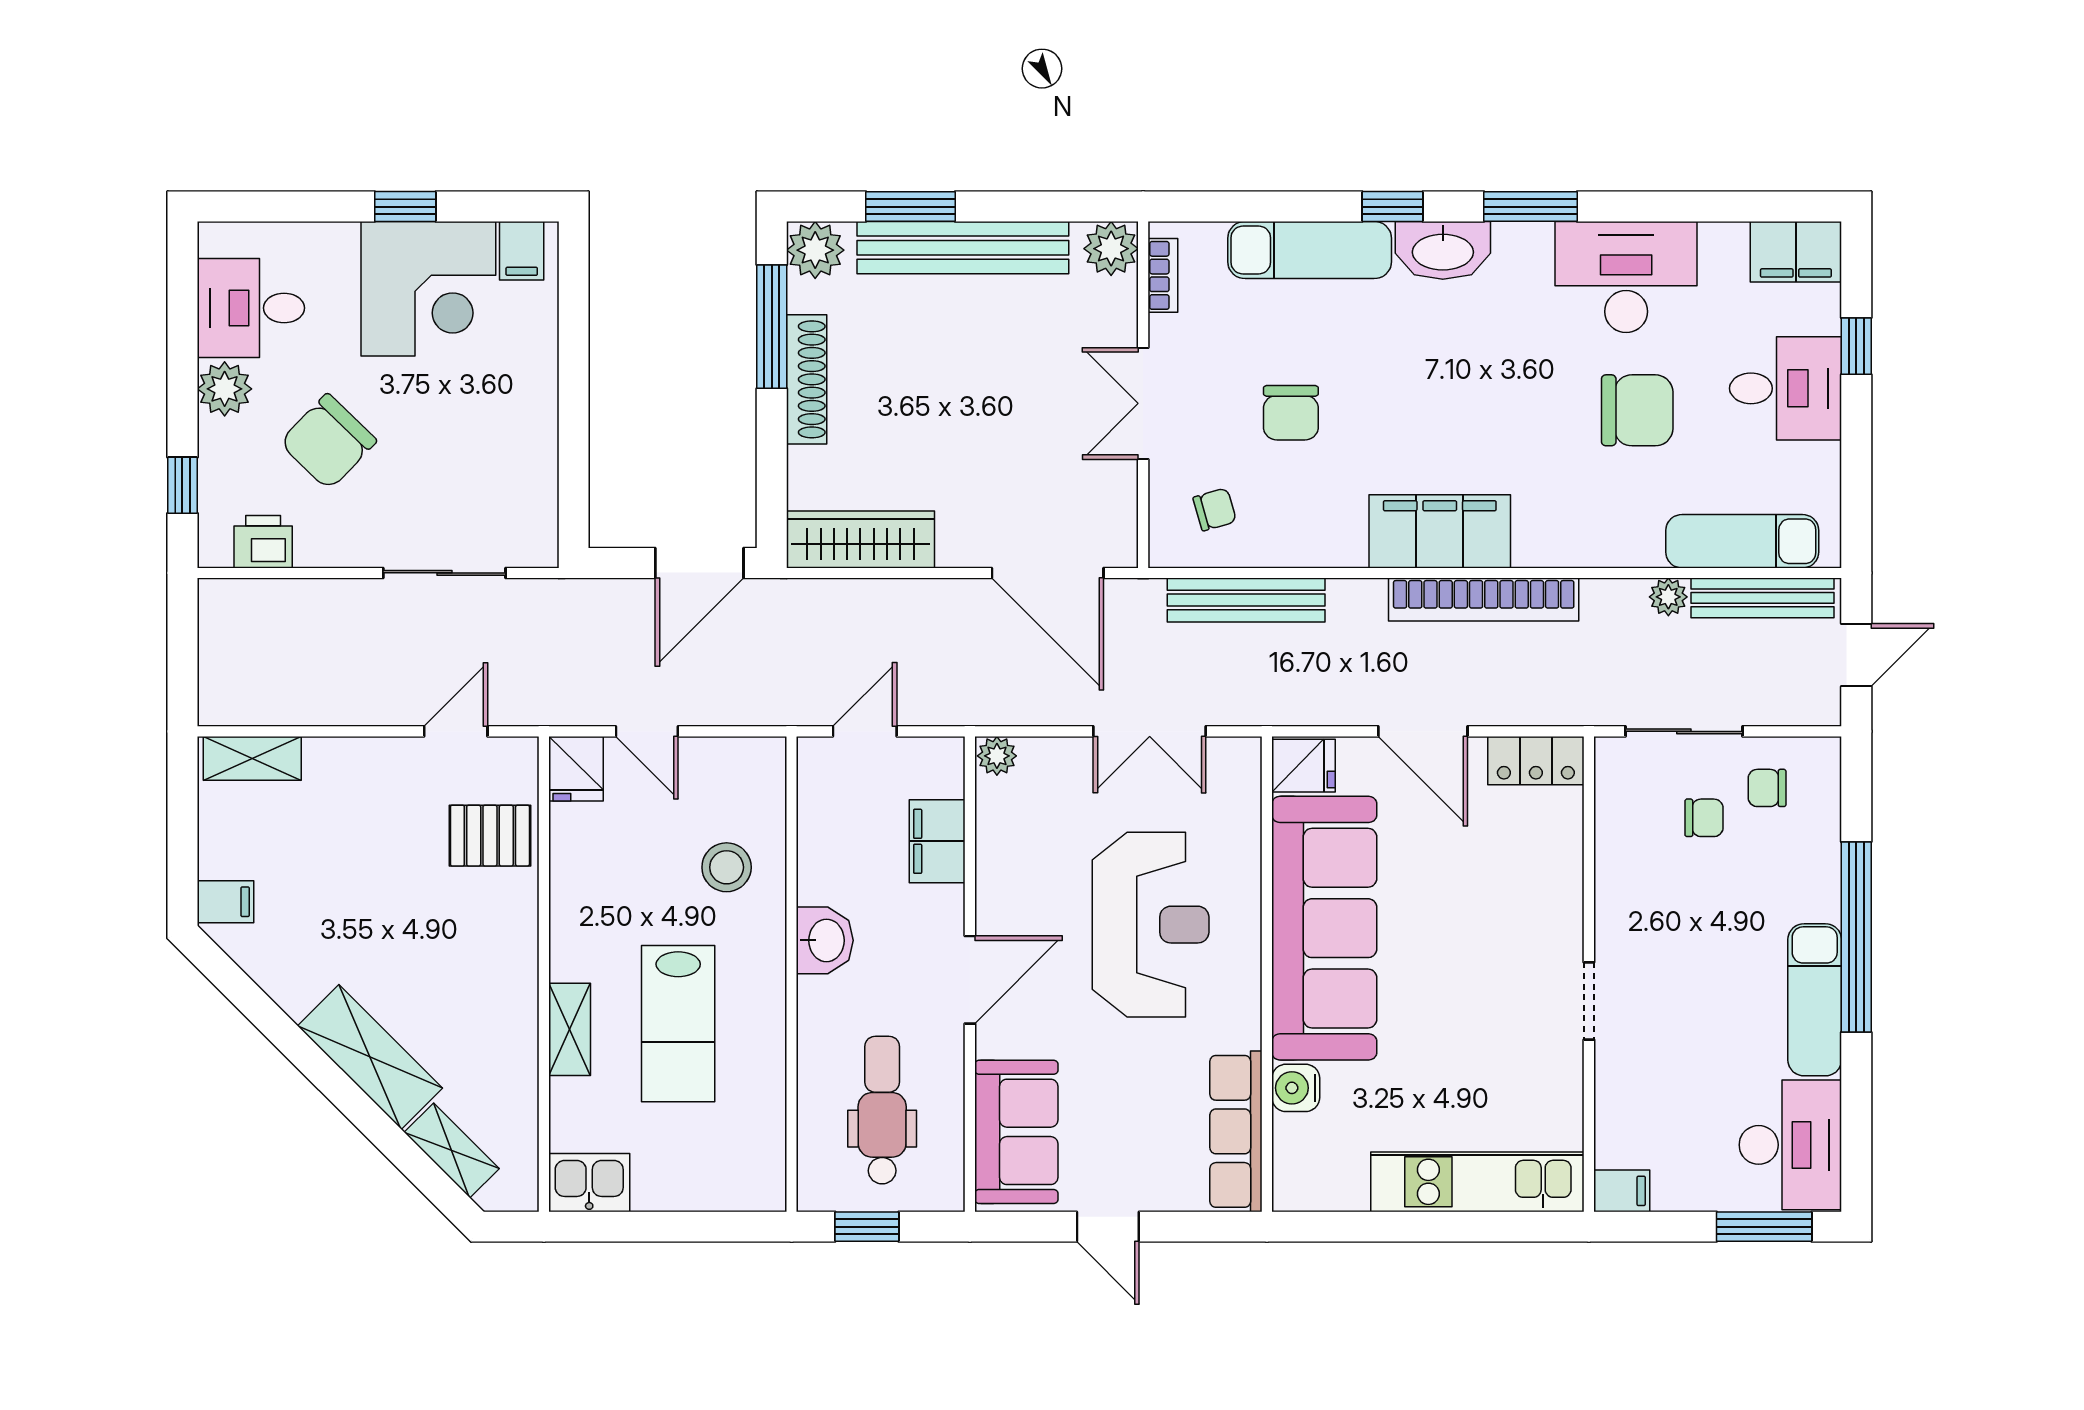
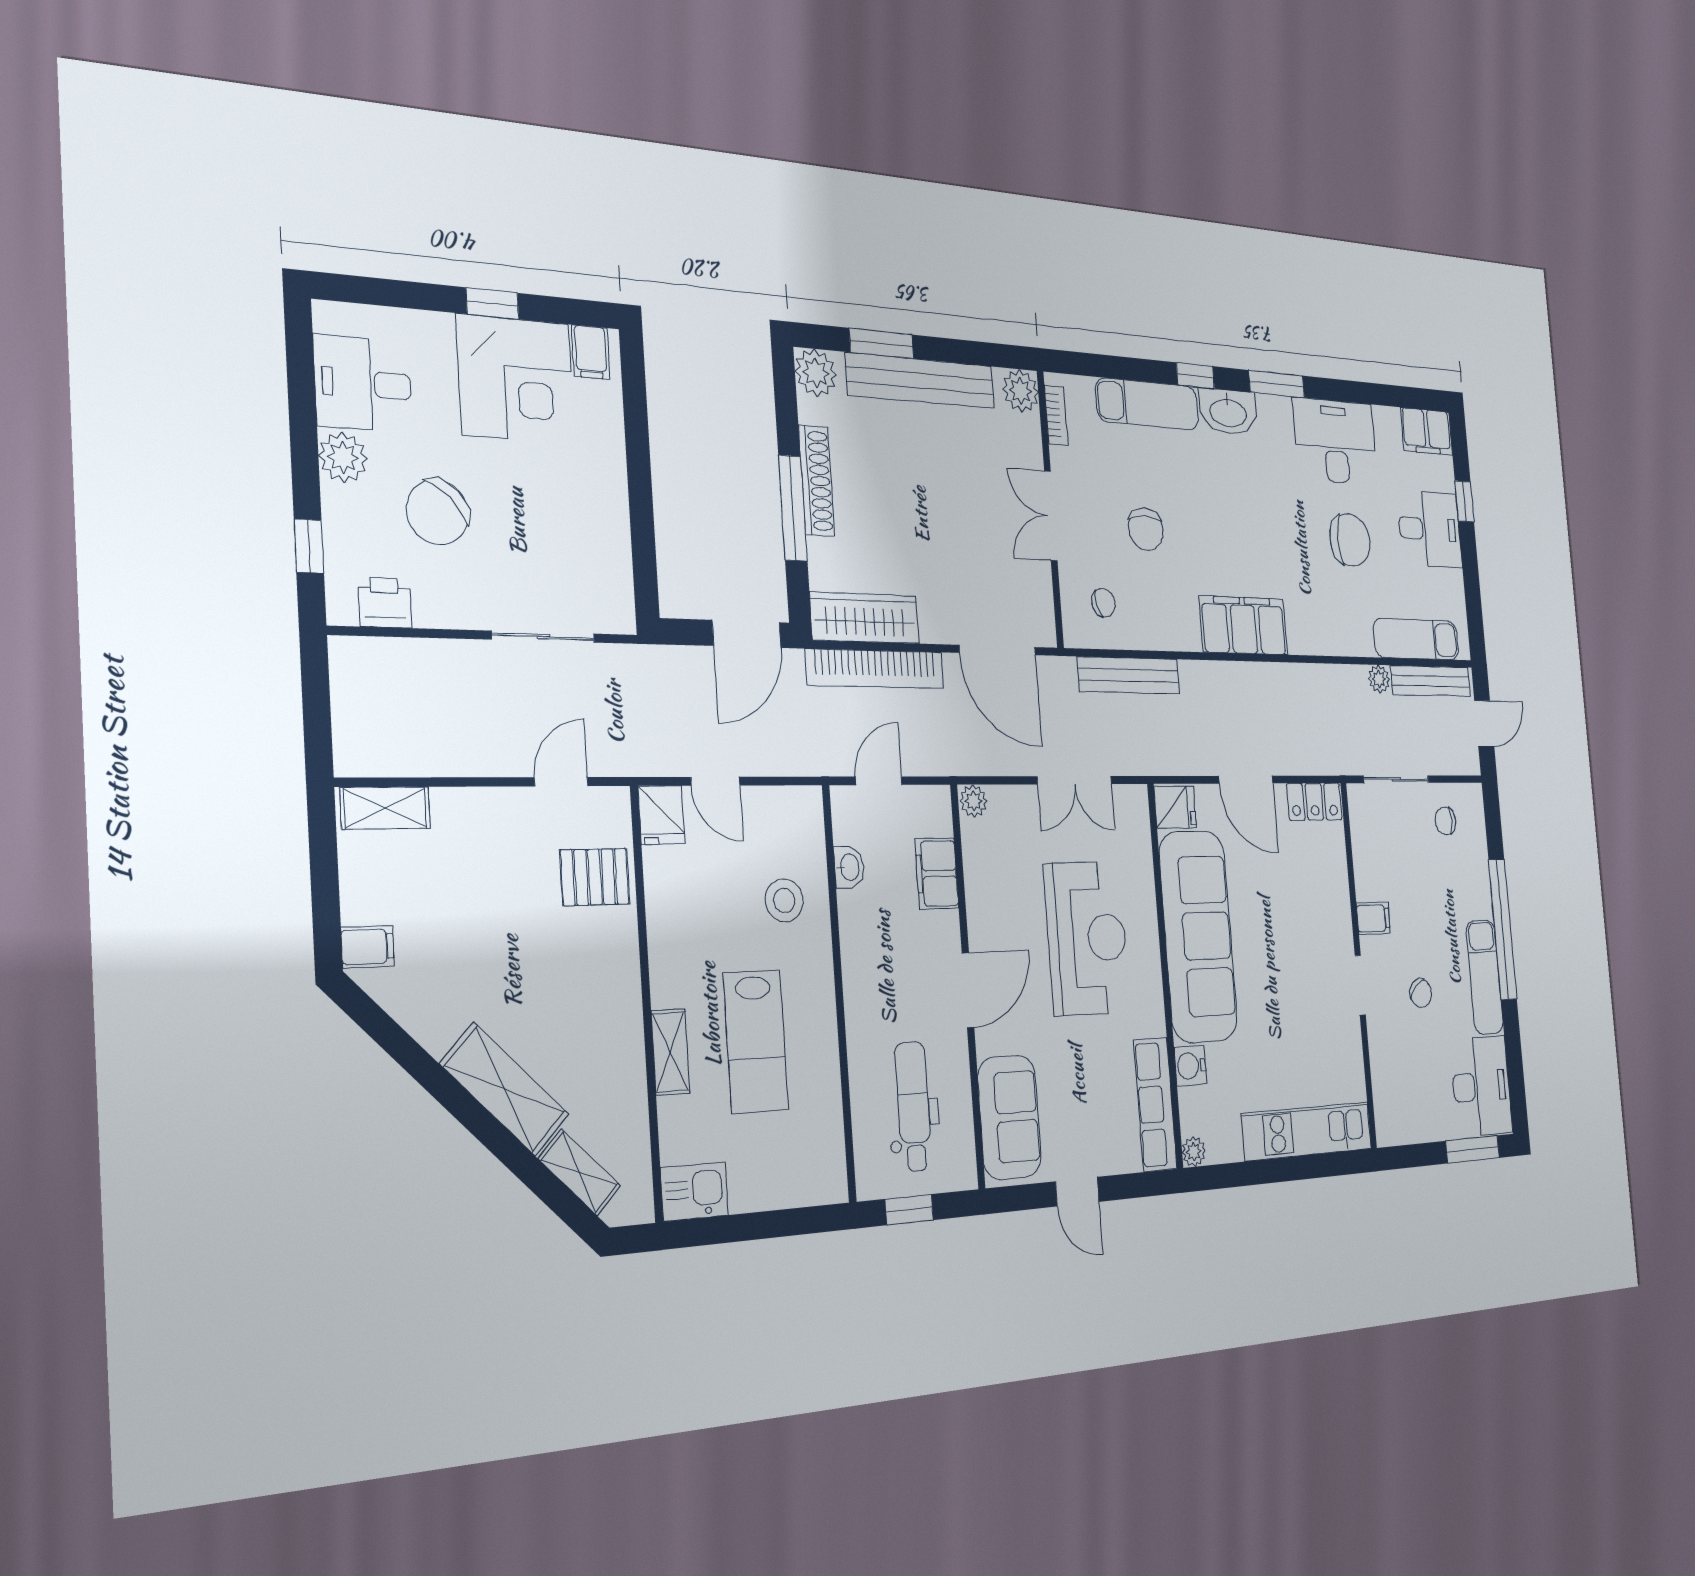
window: (772, 327) -> (793, 508), moved
bookcase: (1484, 599) -> (875, 669), moved
chair: (1704, 818) -> (1421, 993), moved, turned 49
washbasin: (825, 940) -> (849, 867), moved, width x0.72, depth x0.69
filing cabinet: (1622, 1191) -> (1373, 918), moved
plant: (1290, 1193) -> (1194, 1152), added

